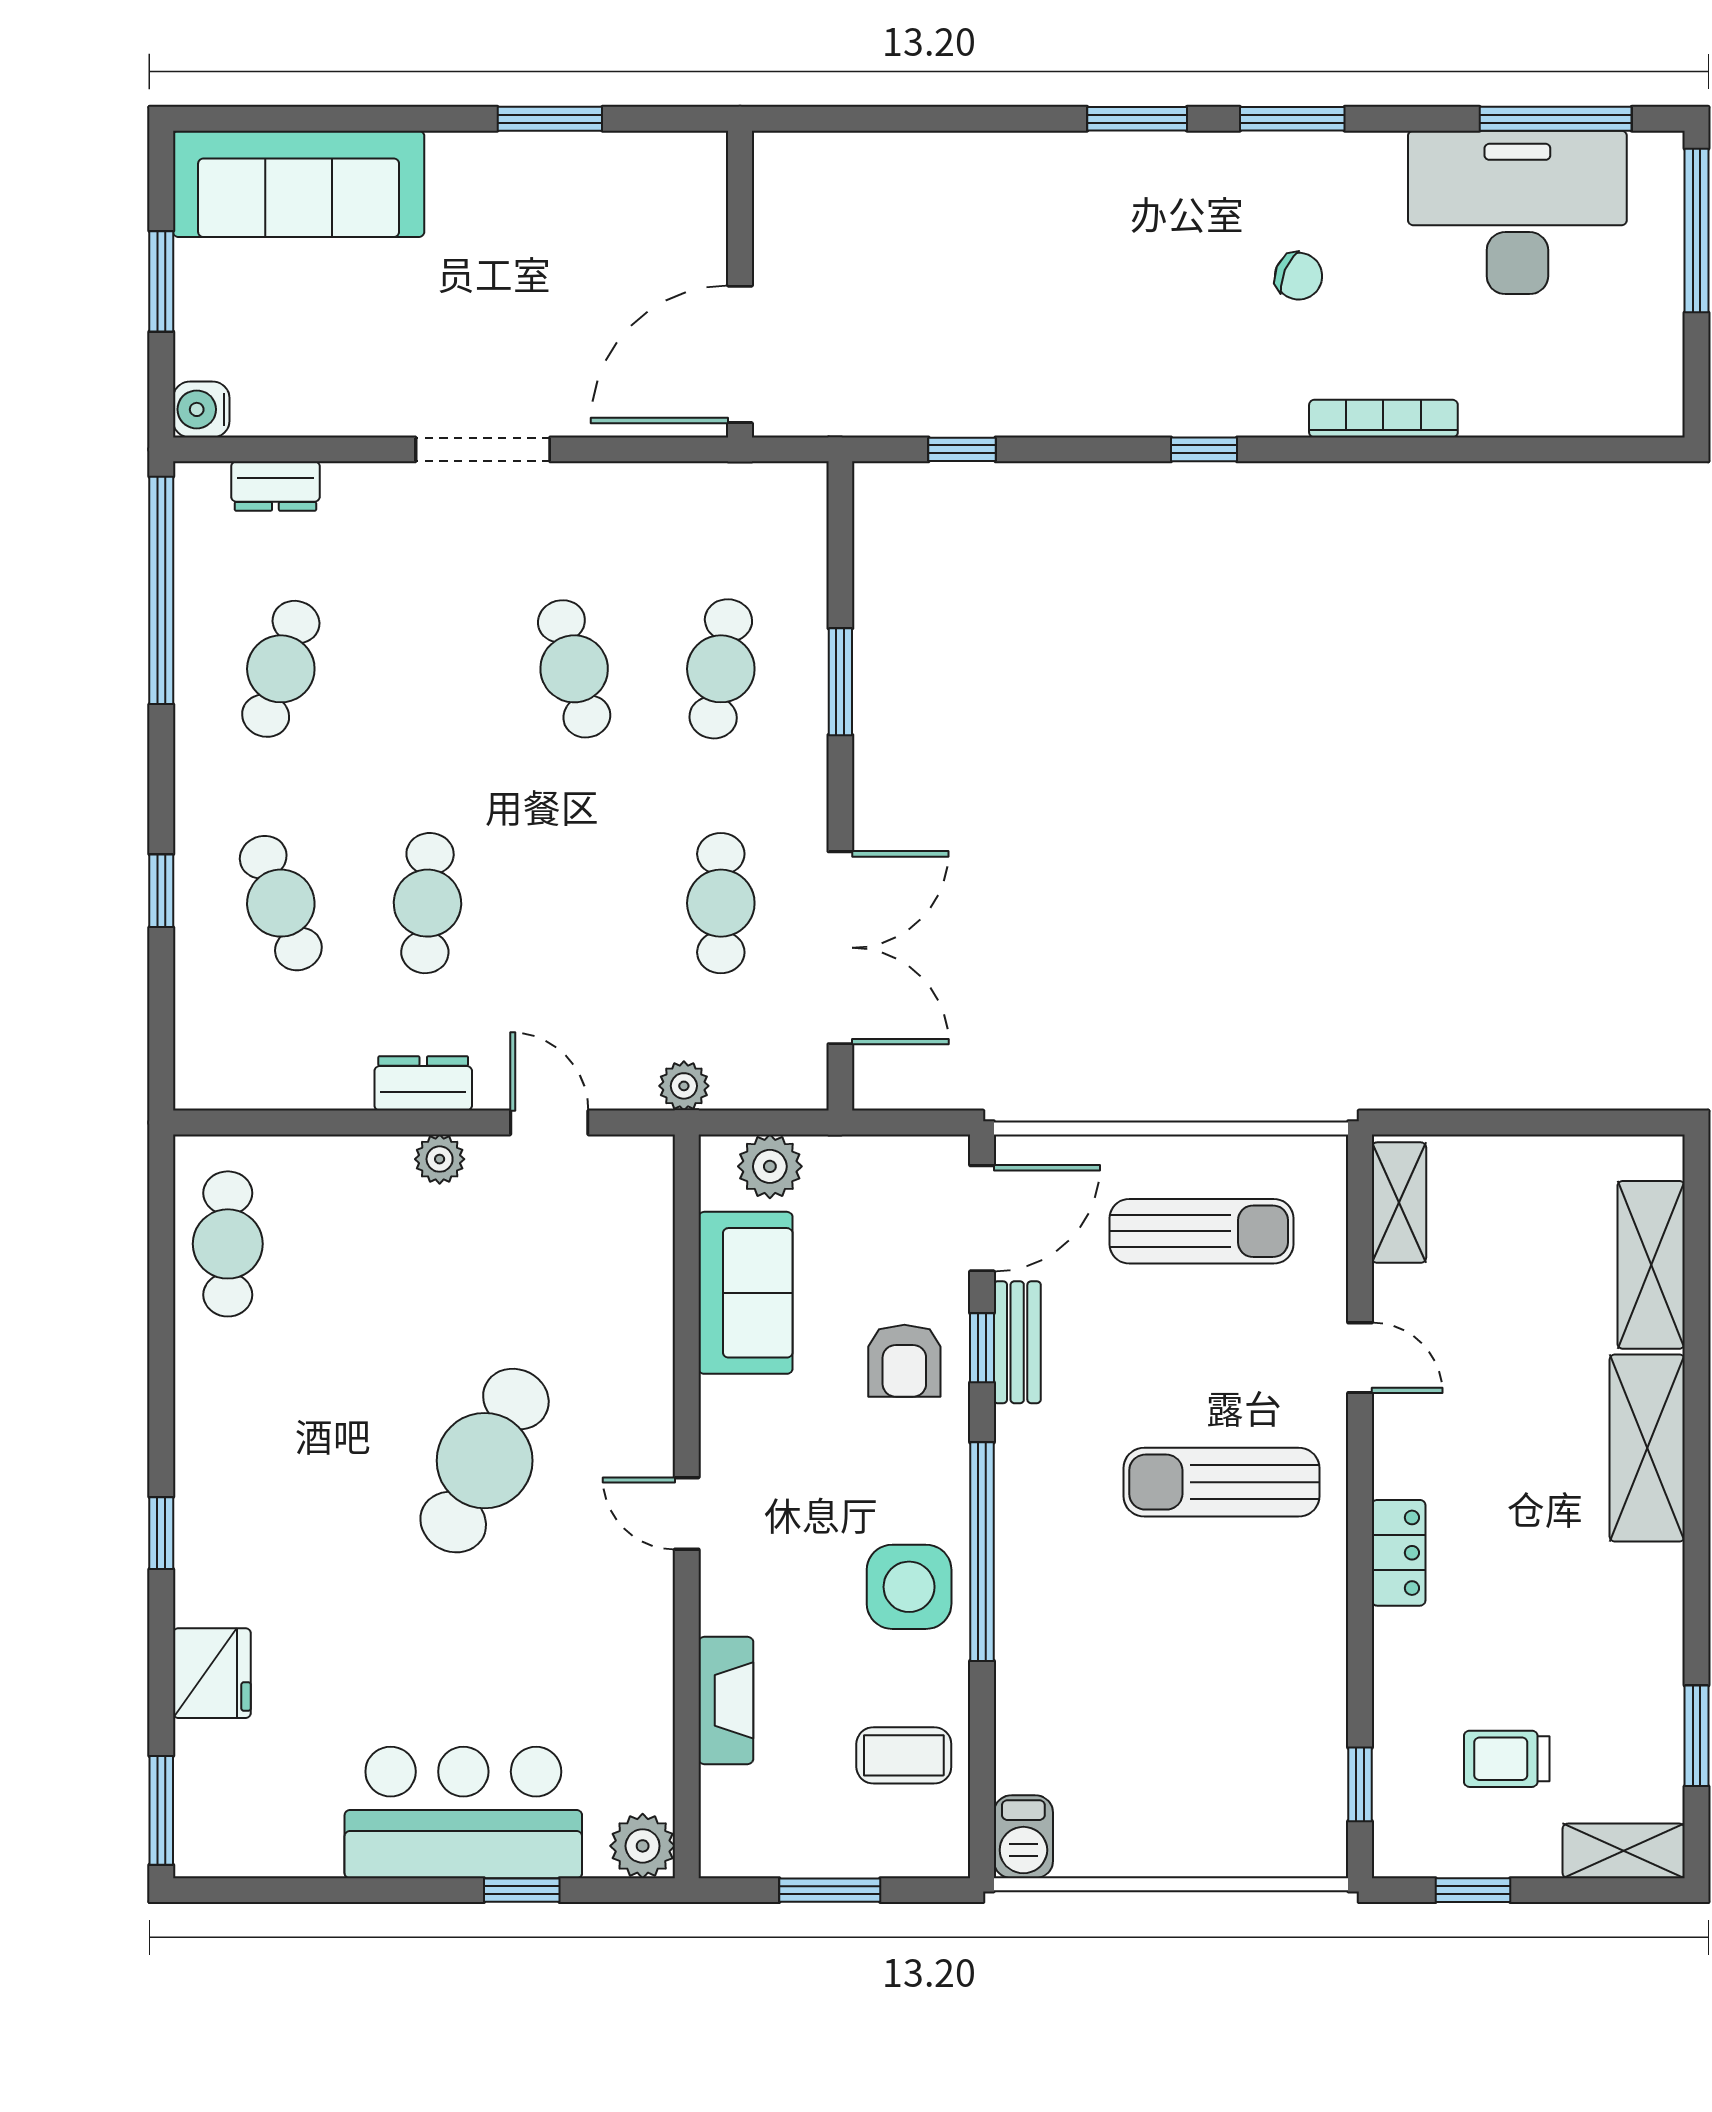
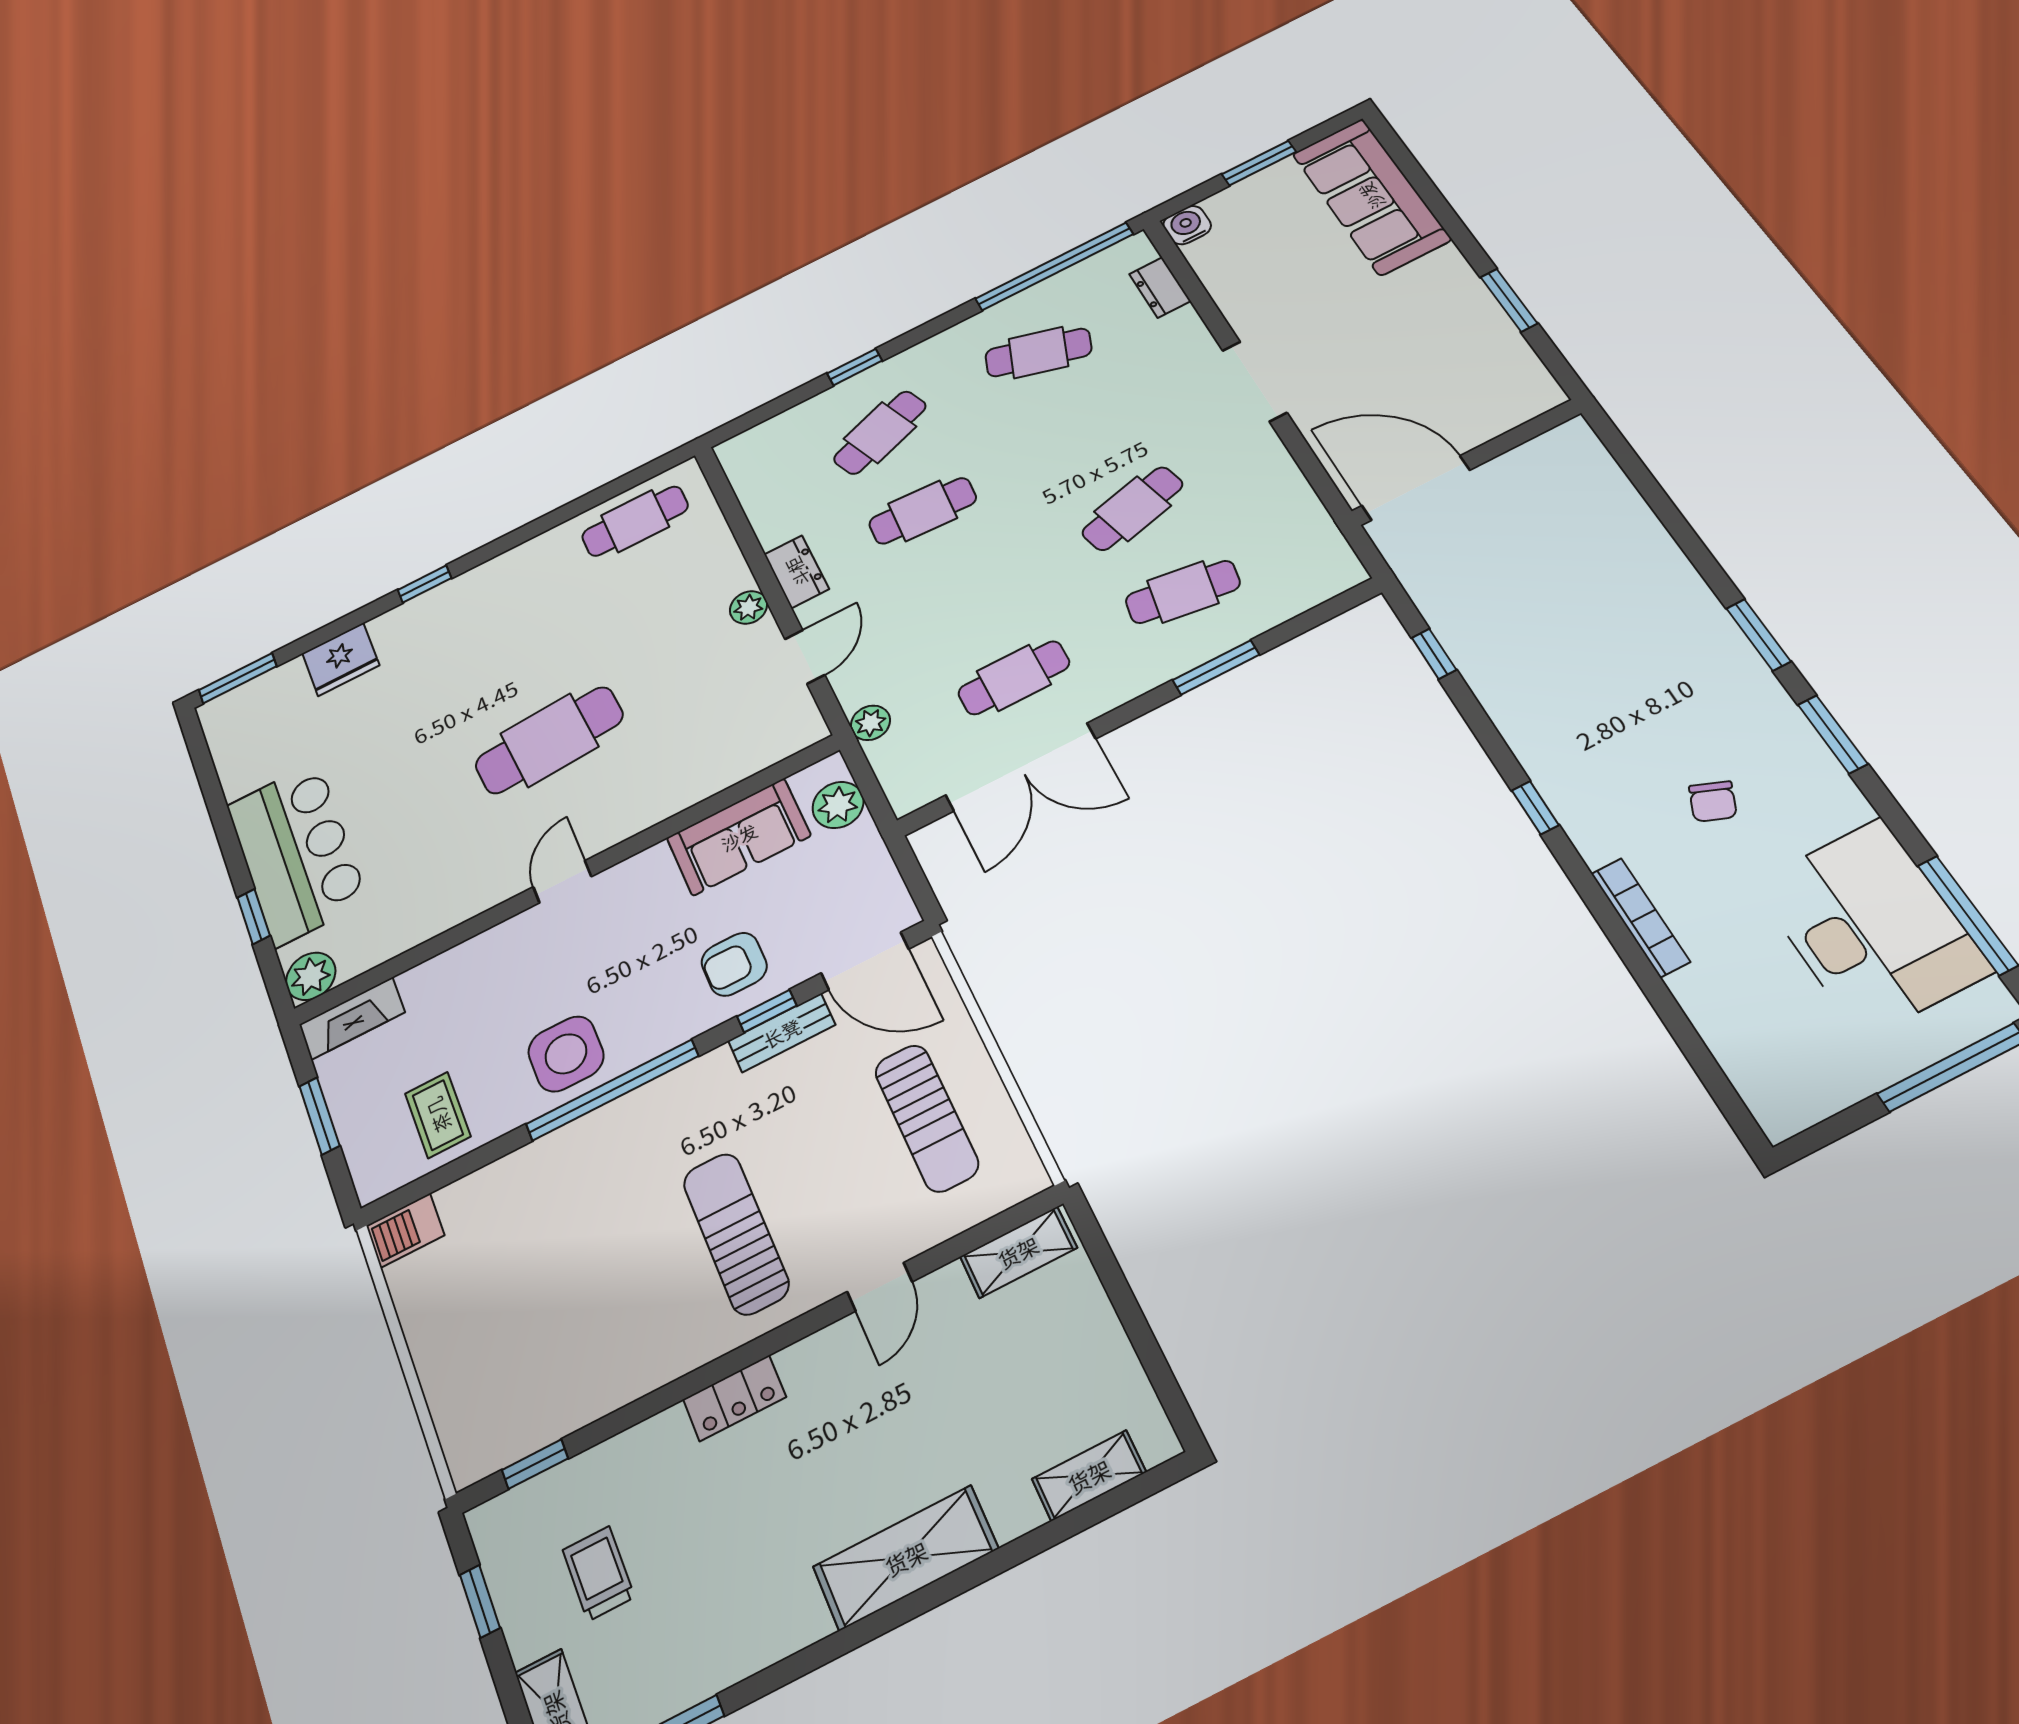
shelving: (1651, 1265) -> (1089, 1476), width x0.67, depth x0.75
cafe table: (485, 1461) -> (549, 740), turned -31
fireplace: (726, 1700) -> (352, 1018), moved

